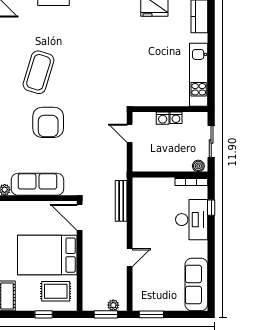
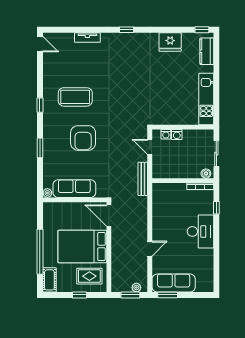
coffee table: (38, 72) -> (75, 97), turned 73
washing machine: (176, 118) -> (166, 134), moved
bench: (121, 201) -> (143, 179), moved
desk: (192, 220) -> (200, 231), moved
sofa: (196, 284) -> (174, 283), moved, turned 90

